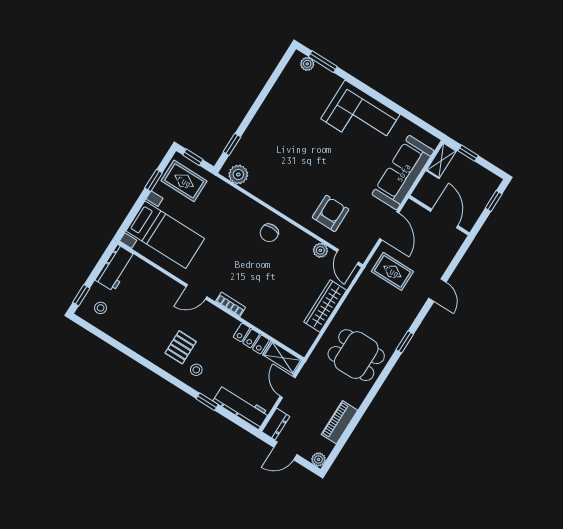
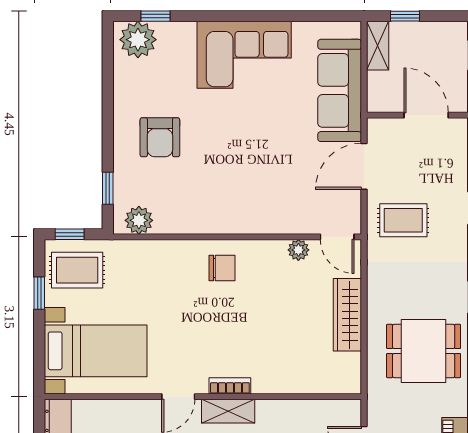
window: (323, 62) -> (155, 16), width x0.67
plant: (307, 64) -> (138, 40), width x1.88, depth x1.88
armchair: (331, 213) -> (160, 137), moved, turned 180
door: (389, 226) -> (364, 166), swing flipped
chair: (269, 233) -> (222, 268), turned -90
locker: (251, 338) -> (282, 412), removed
shelving: (283, 358) -> (228, 411), moved

